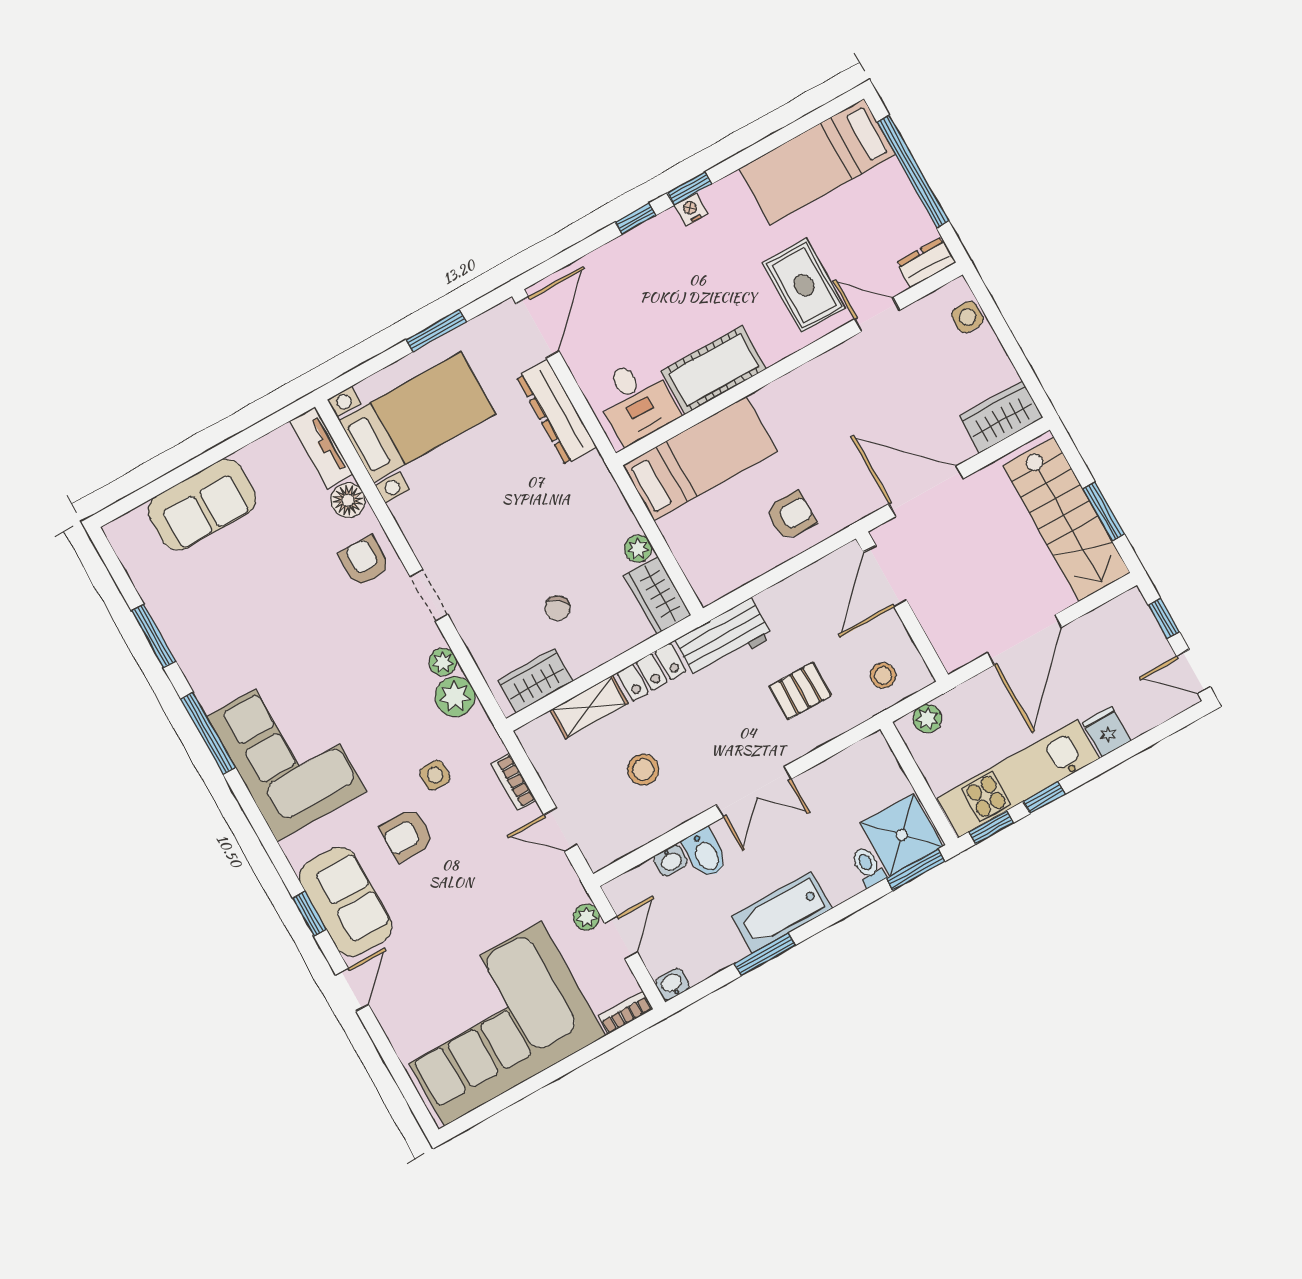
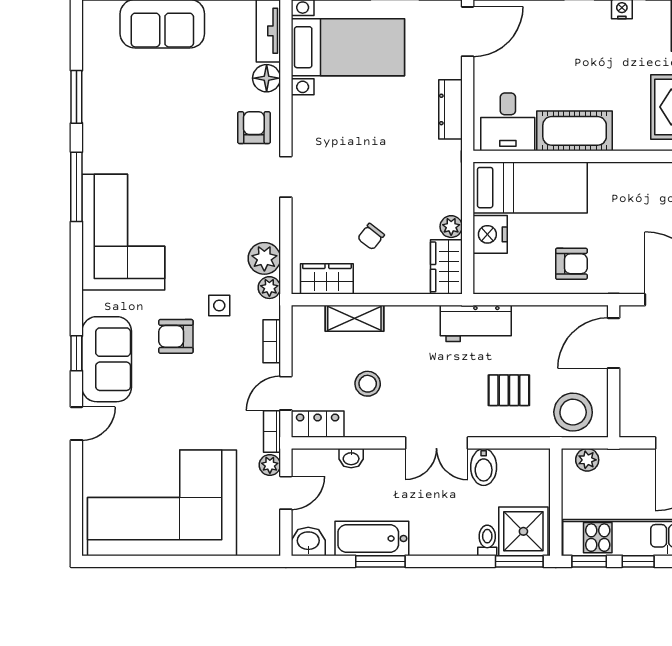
dresser: (557, 412) -> (450, 109), width x0.73, depth x0.80
nightstand: (685, 533) -> (490, 234), added
plant: (443, 662) -> (269, 288), moved
locker: (652, 672) -> (318, 424), moved, turned 180
stool: (883, 675) -> (573, 412), width x1.89, depth x1.89
door: (560, 830) -> (286, 393), hinge flipped
bidet: (705, 853) -> (484, 467), moved
bathtub: (782, 912) -> (372, 539), moved
washbasin: (672, 984) -> (308, 542), width x1.38, depth x1.45
bookcase: (626, 1013) -> (272, 432), moved, turned -90

